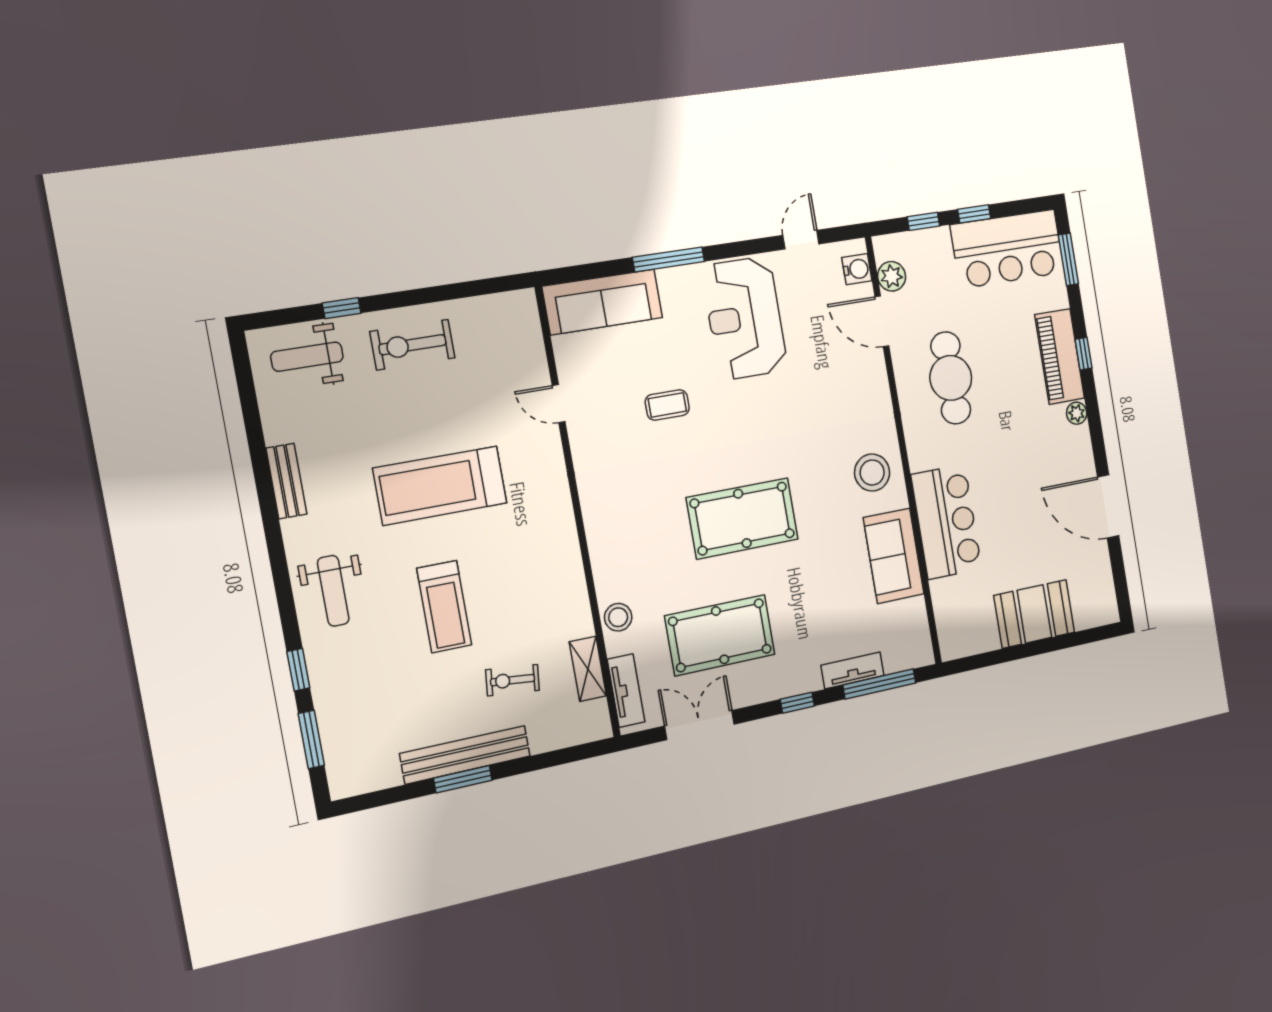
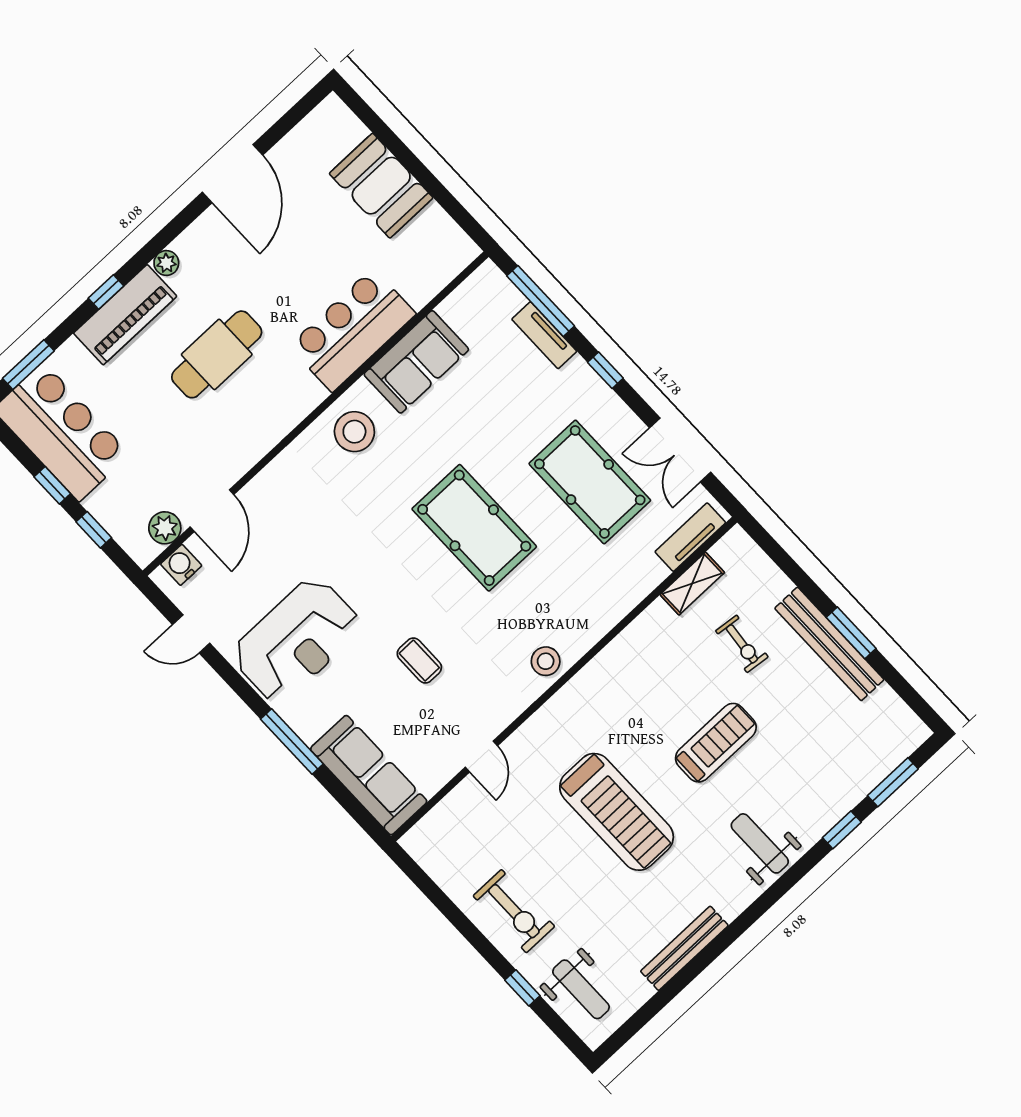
cafe table: (951, 378) -> (217, 354), moved
bench: (286, 481) -> (684, 948), width x1.36
weight bench: (333, 591) -> (760, 843), turned -90
stool: (618, 617) -> (546, 661), moved

